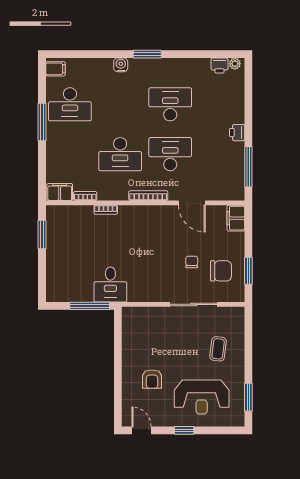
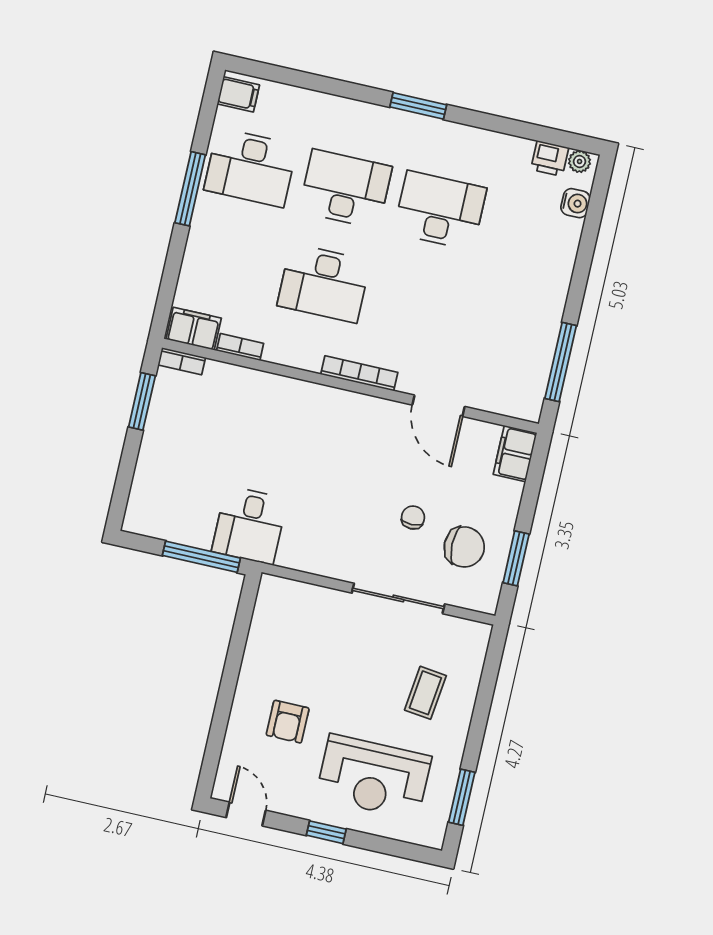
water cooler: (121, 65) -> (575, 203), moved, turned 90
printer: (237, 133) -> (554, 293), removed
desk: (170, 154) -> (345, 189), moved
bookcase: (106, 210) -> (182, 361), moved

